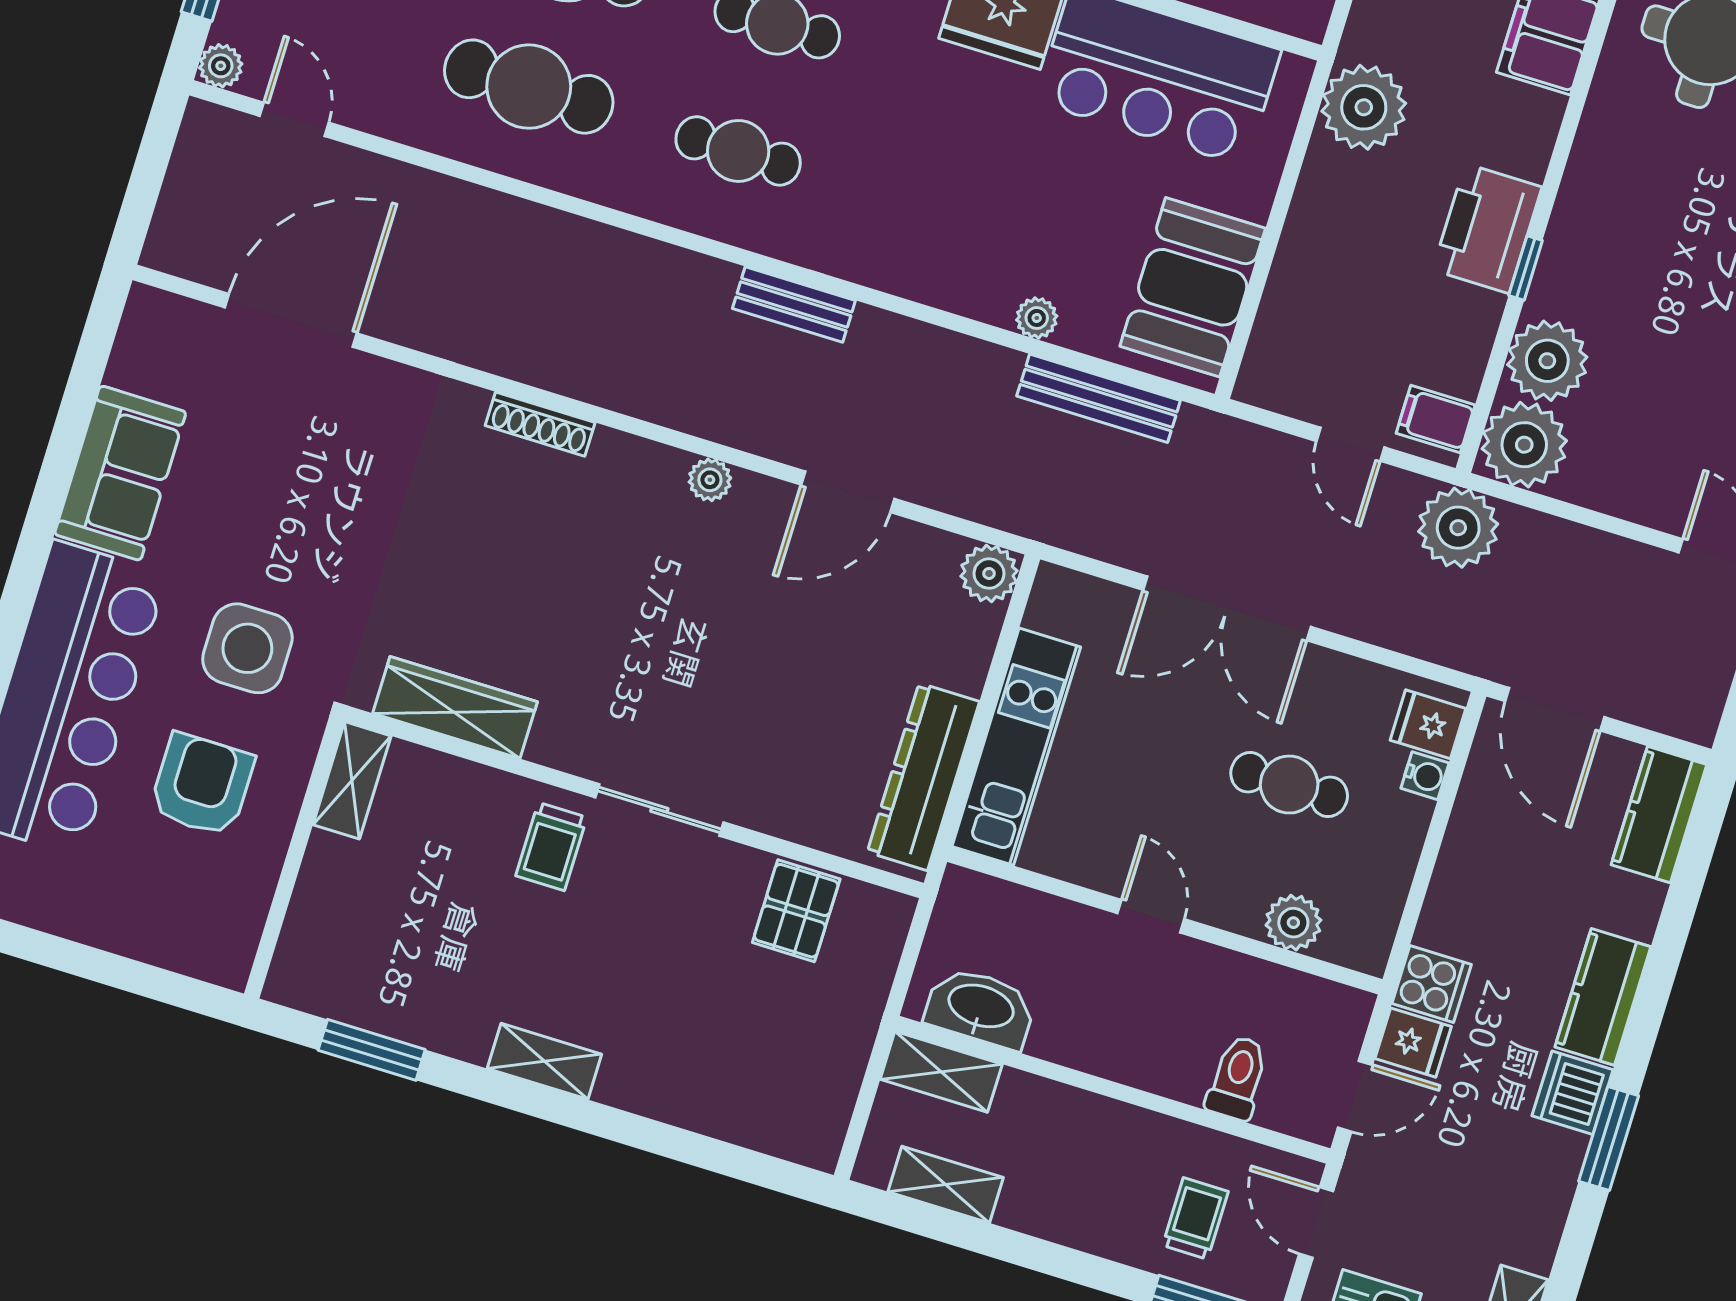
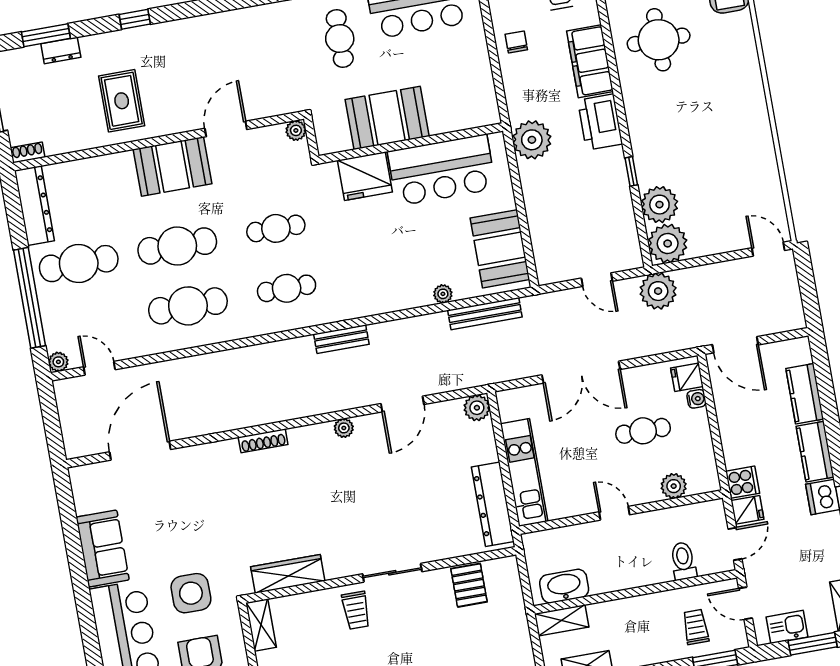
printer: (1487, 229) -> (600, 122), moved
filing cabinet: (1436, 419) -> (626, 252), removed
kitchen counter: (1659, 815) -> (805, 394), moved

